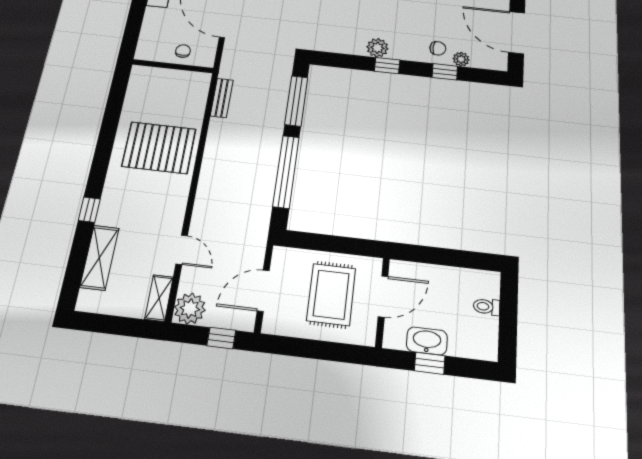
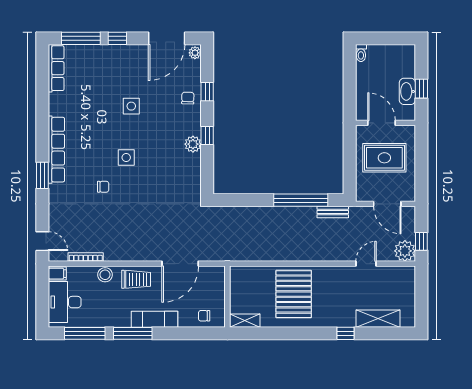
chair: (183, 51) -> (204, 316), moved
plant: (461, 59) -> (195, 53), moved
bench: (222, 98) -> (333, 212), moved
window: (296, 101) -> (245, 200), removed
shelving: (159, 298) -> (245, 321), moved
toilet: (487, 307) -> (361, 53), moved
window: (221, 338) -> (421, 241), moved

